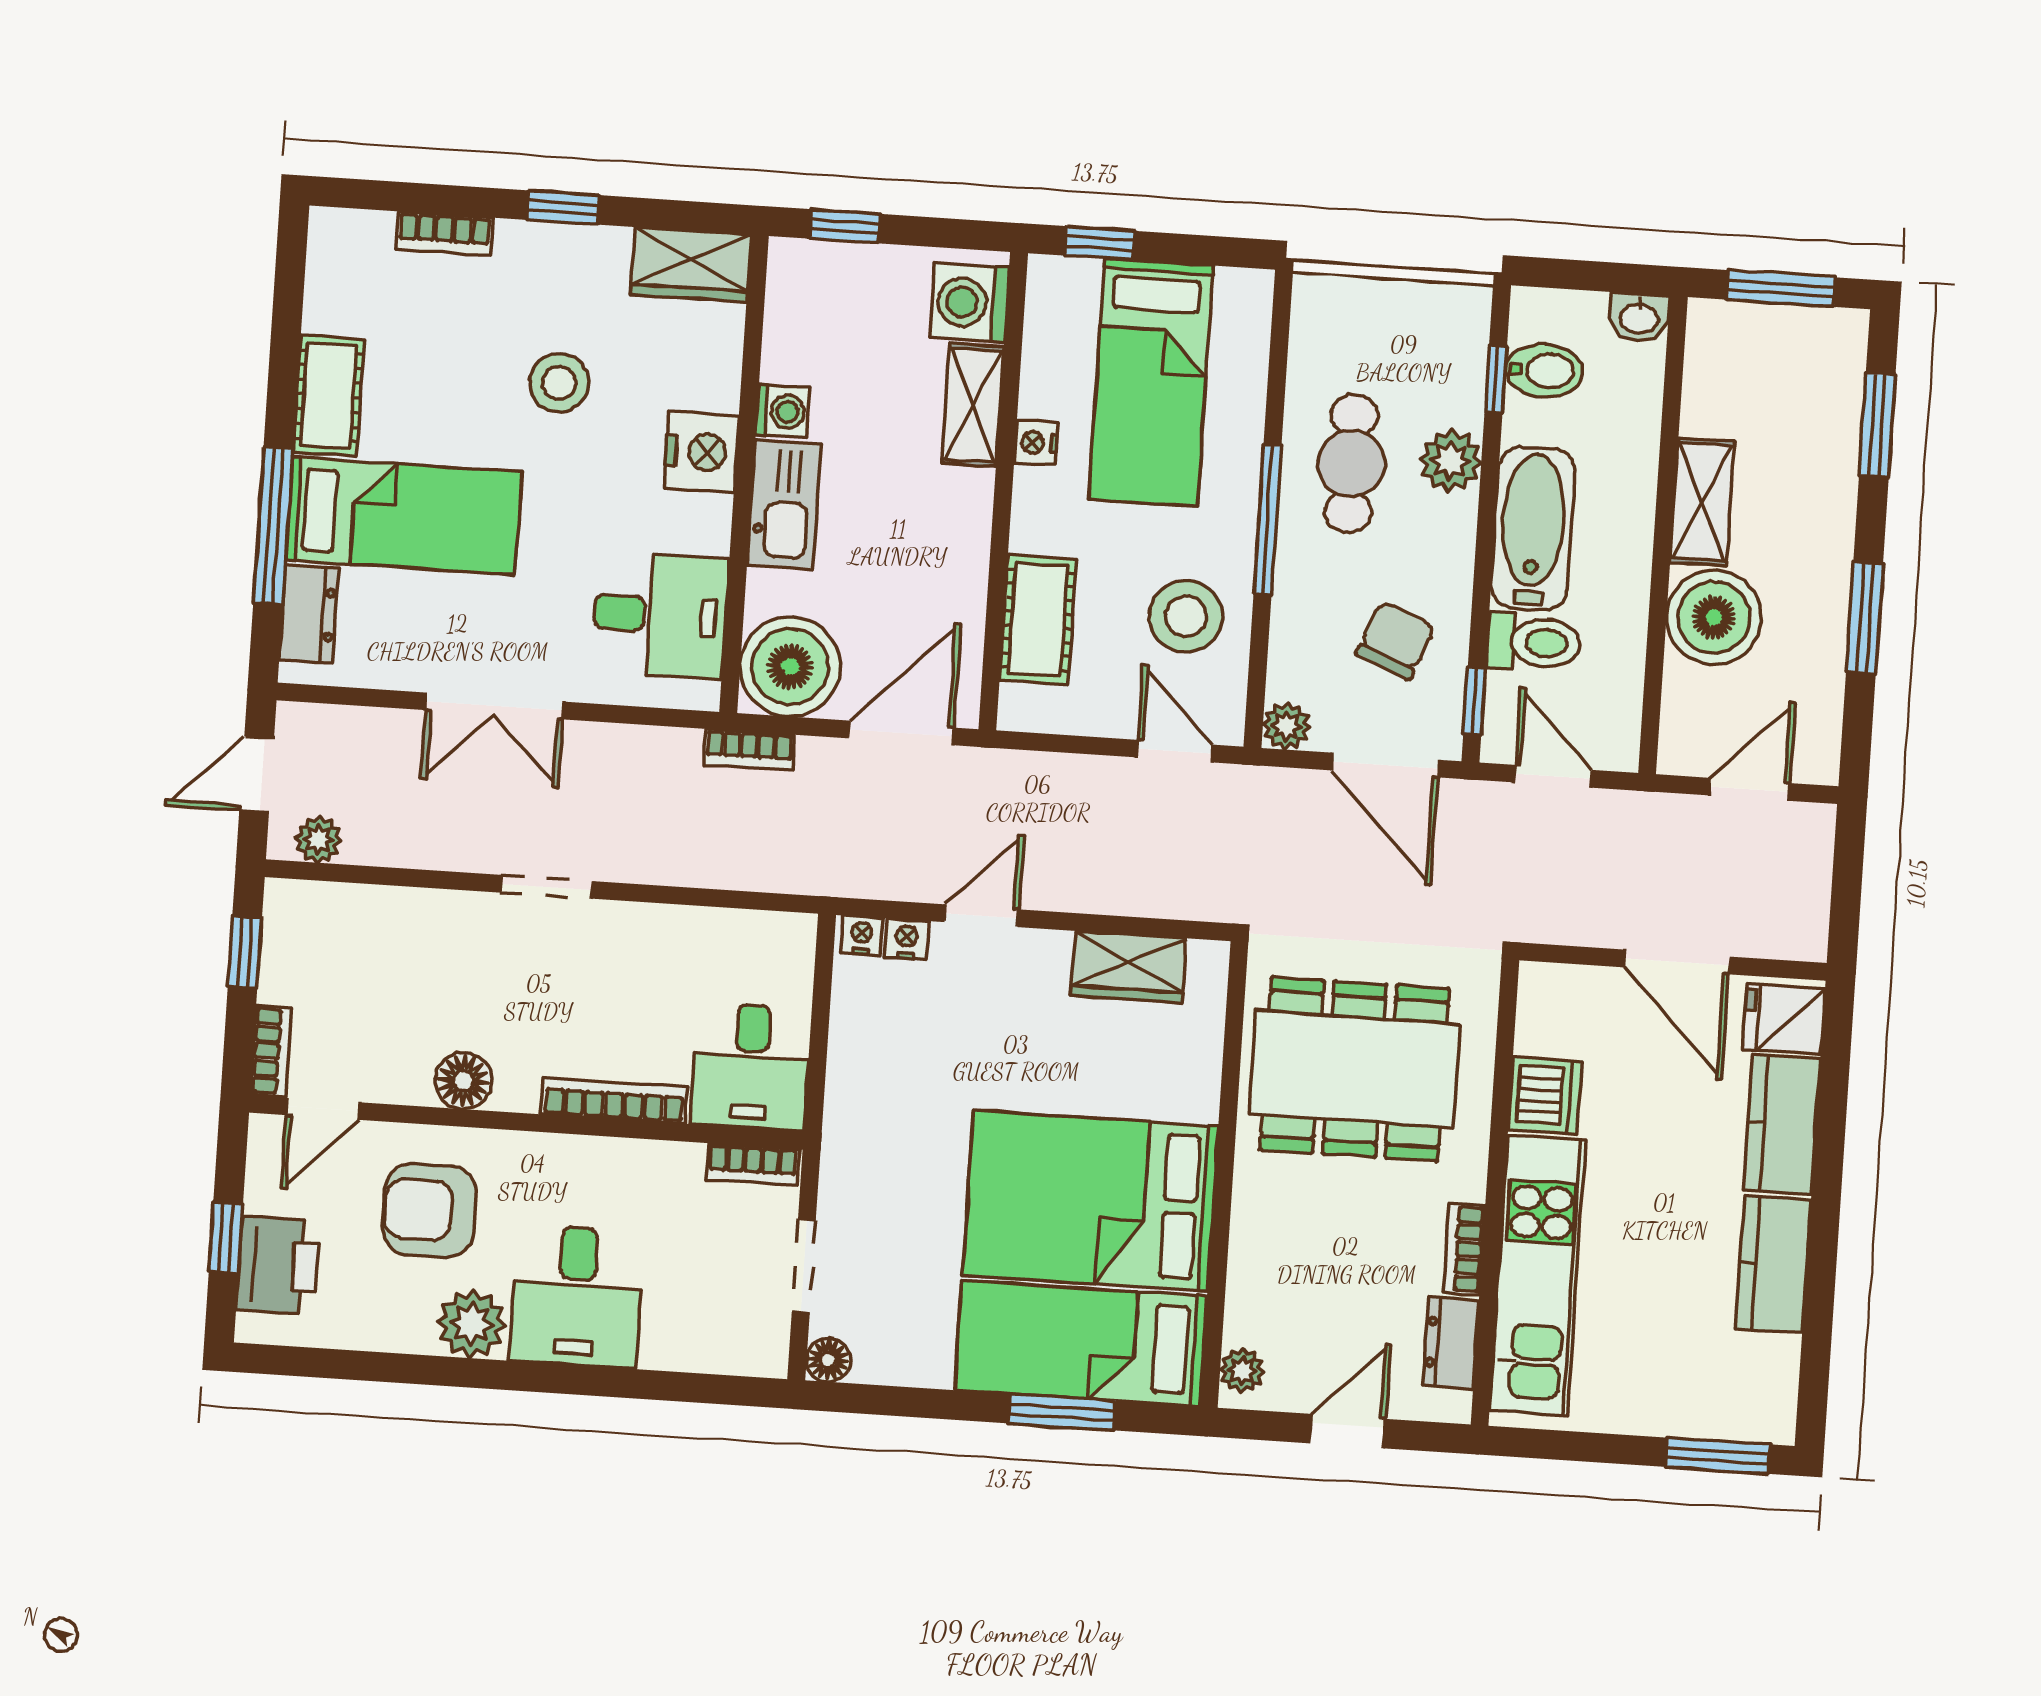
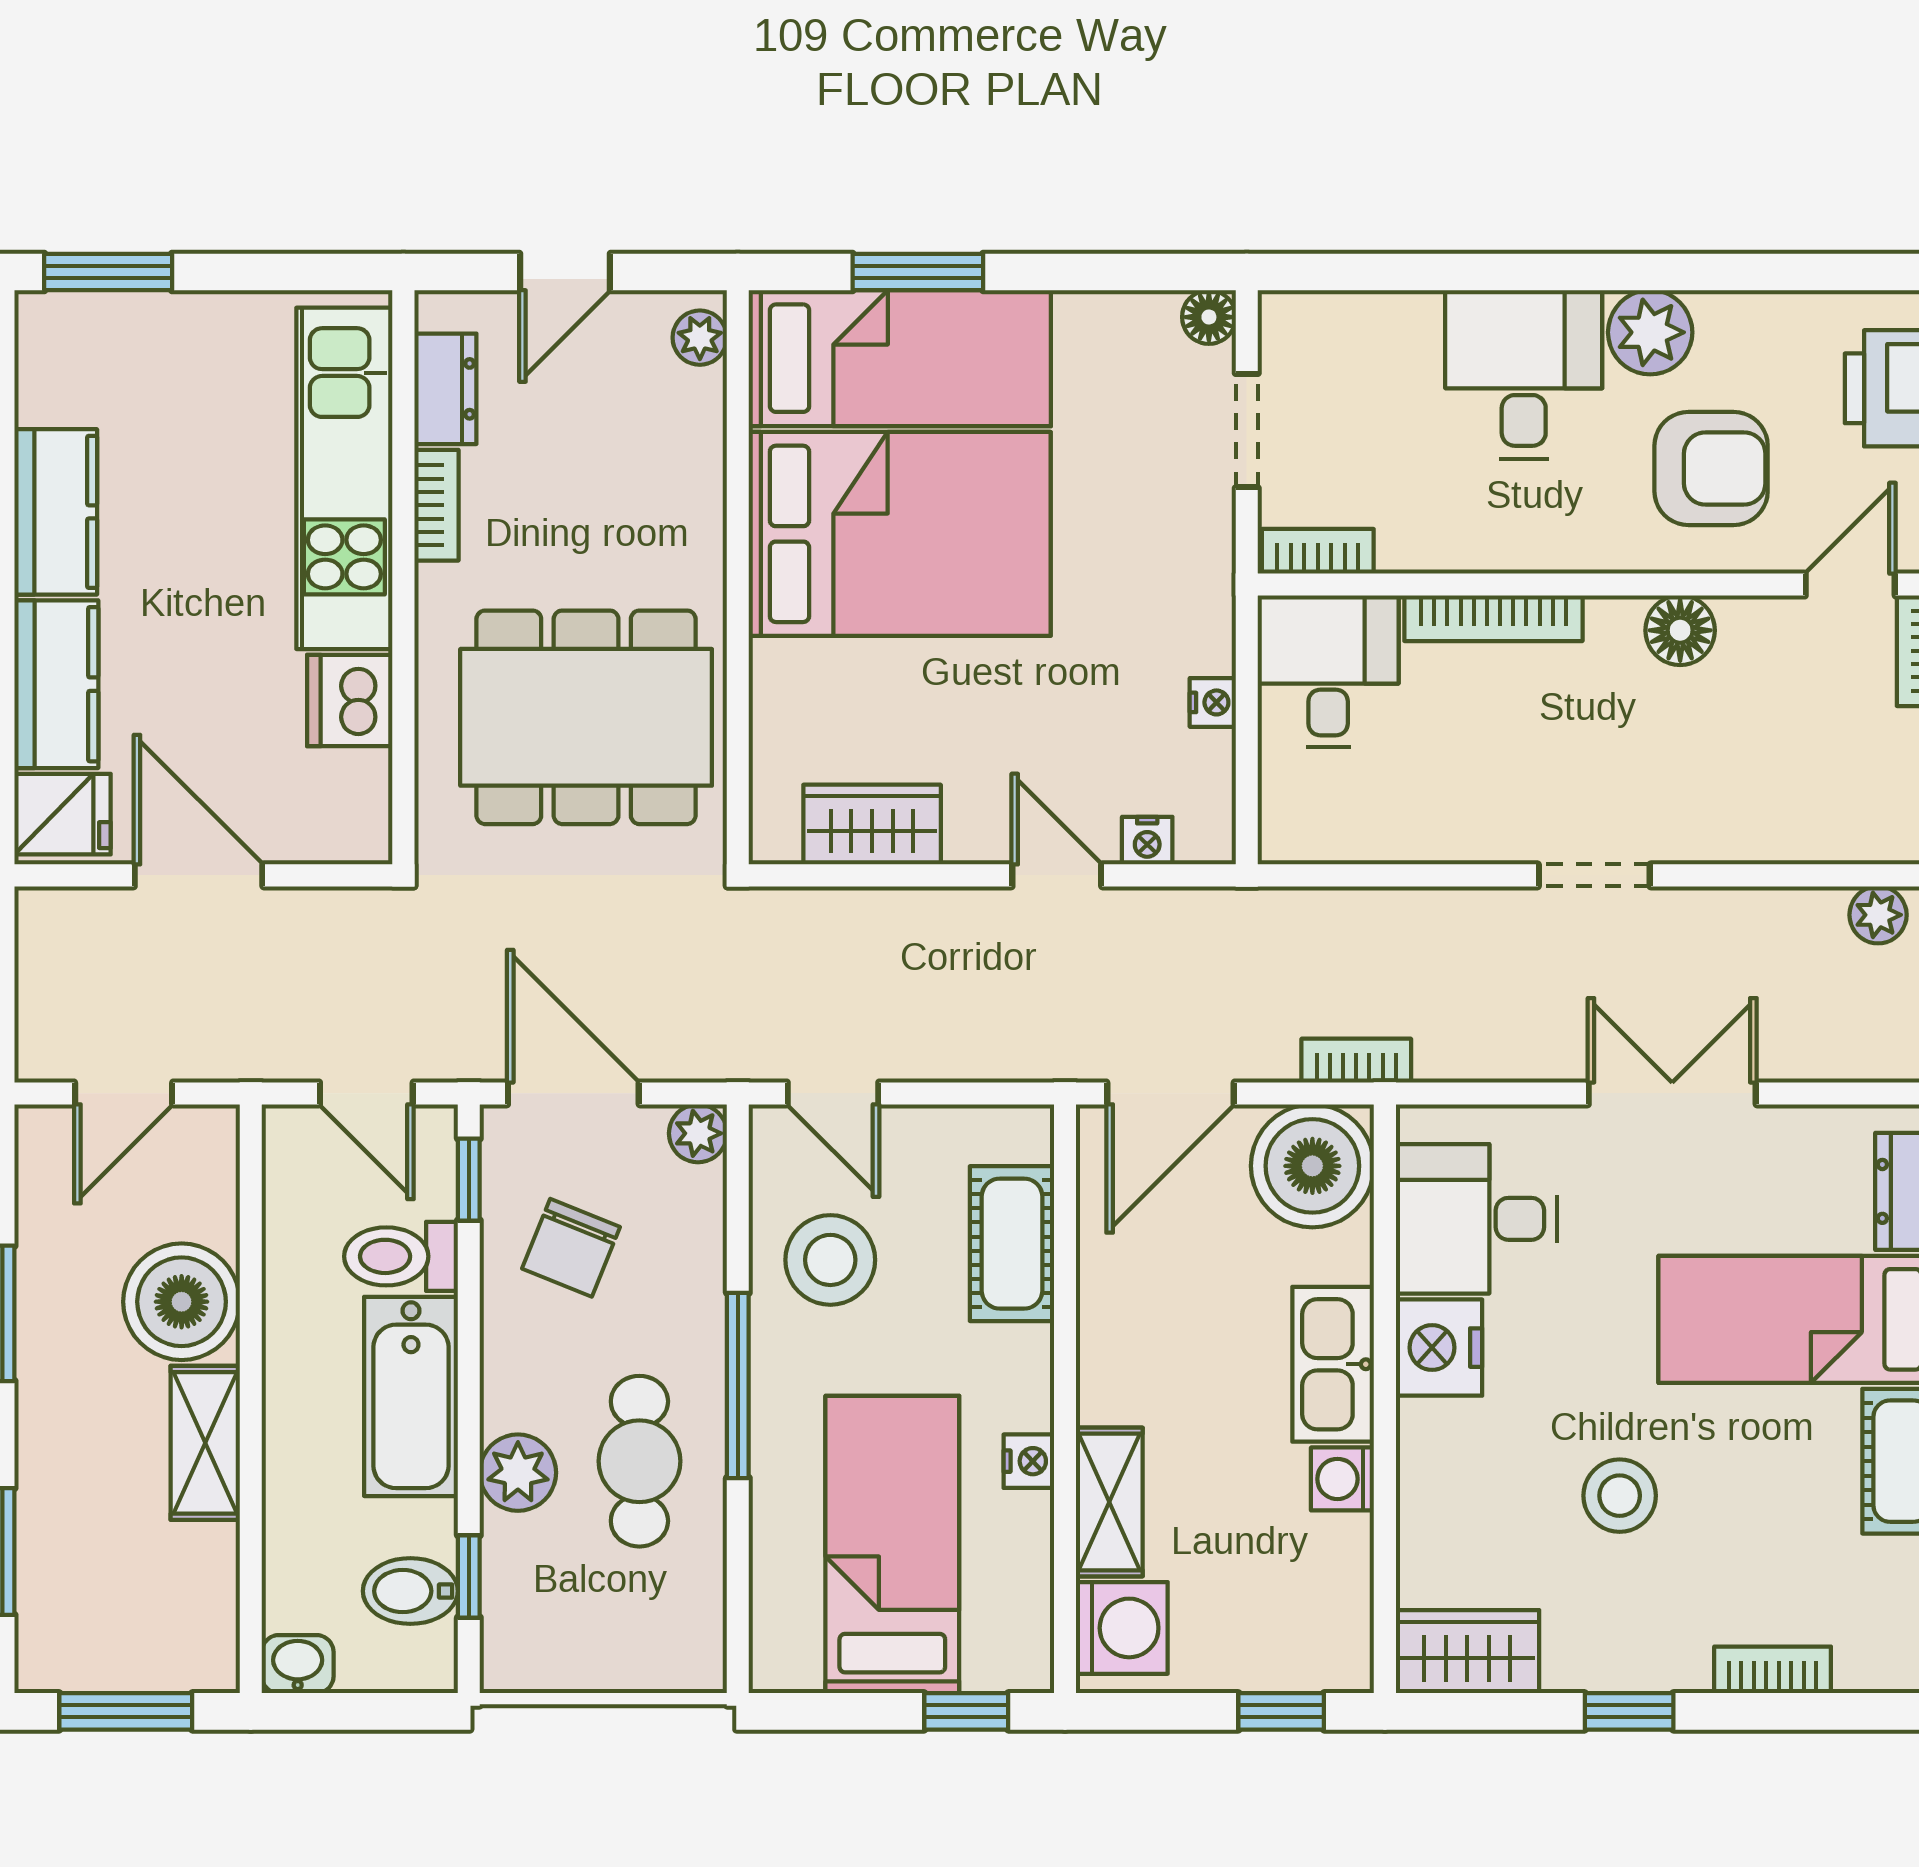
nightstand: (701, 452) -> (1439, 1348), moved
door: (982, 916) -> (1057, 875), swing flipped
nightstand: (862, 935) -> (1213, 702), moved, turned -90

